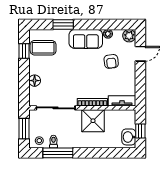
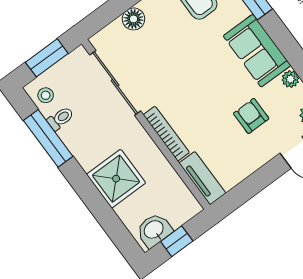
armchair: (111, 61) -> (251, 116), turned 97
shower: (93, 121) -> (116, 179), moved

